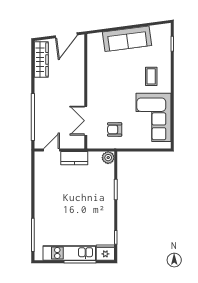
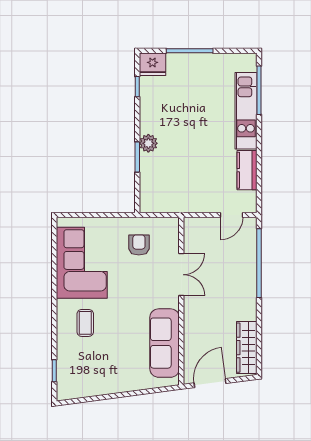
sofa: (127, 39) -> (165, 343), moved, turned -82
double door: (86, 121) -> (181, 275), moved
armchair: (115, 129) -> (139, 245), turned -90
kitchen counter: (74, 158) -> (247, 170), moved, turned -90
plant: (108, 158) -> (148, 143), moved
kitchen unit: (69, 253) -> (246, 111), moved, turned 90

